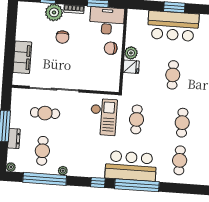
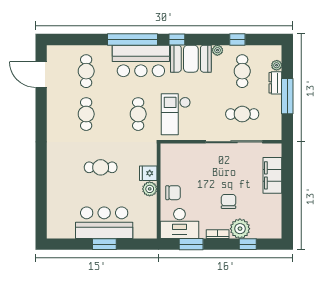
cafe table: (173, 75) -> (101, 167), turned 90
booth: (87, 165) -> (191, 59), added
plant: (11, 167) -> (277, 65), moved
window: (45, 179) -> (237, 40), width x0.32

